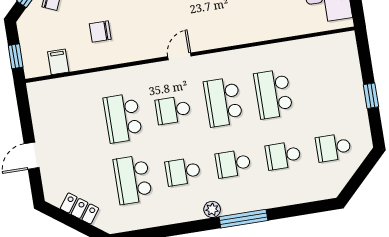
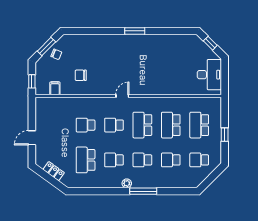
school desk: (323, 86) -> (199, 125), added
school desk: (123, 118) -> (86, 125), width x0.54

